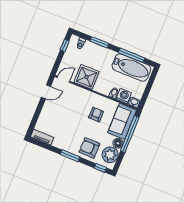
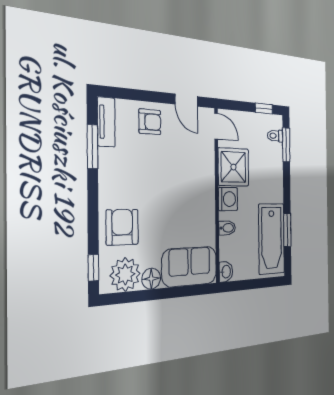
window: (99, 42) -> (286, 145), moved
window: (132, 55) -> (287, 230), width x0.69
washing machine: (124, 96) -> (228, 199), moved
armchair: (96, 114) -> (150, 122), moved
window: (130, 134) -> (175, 292), removed
window: (70, 156) -> (92, 147), moved

